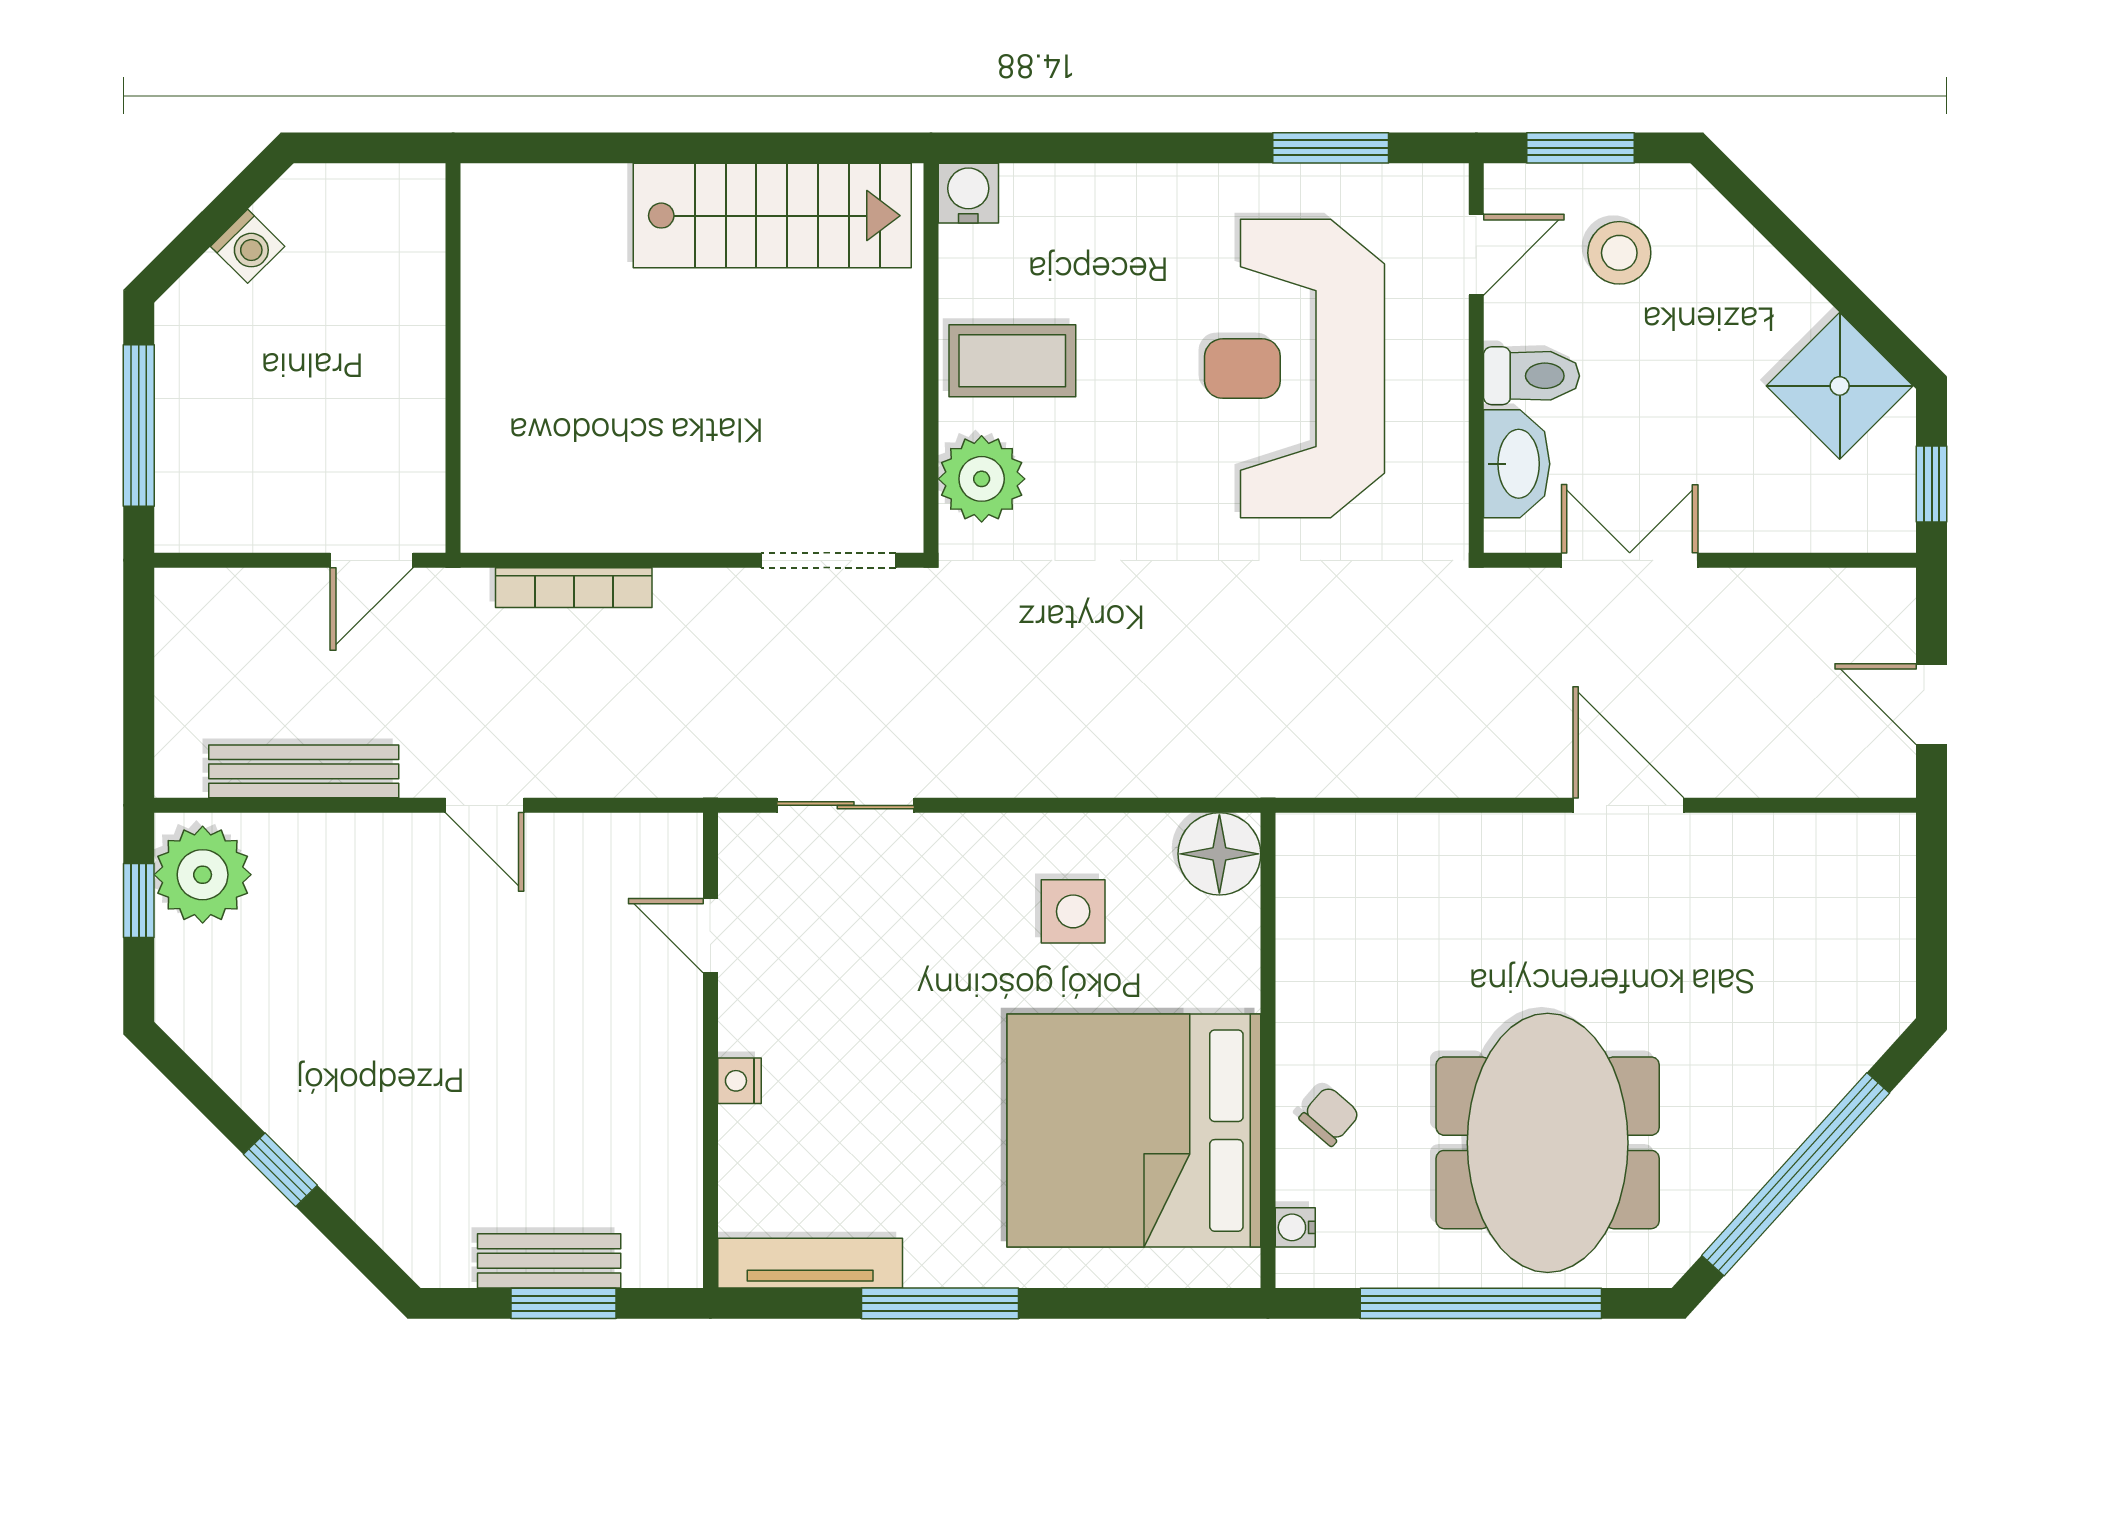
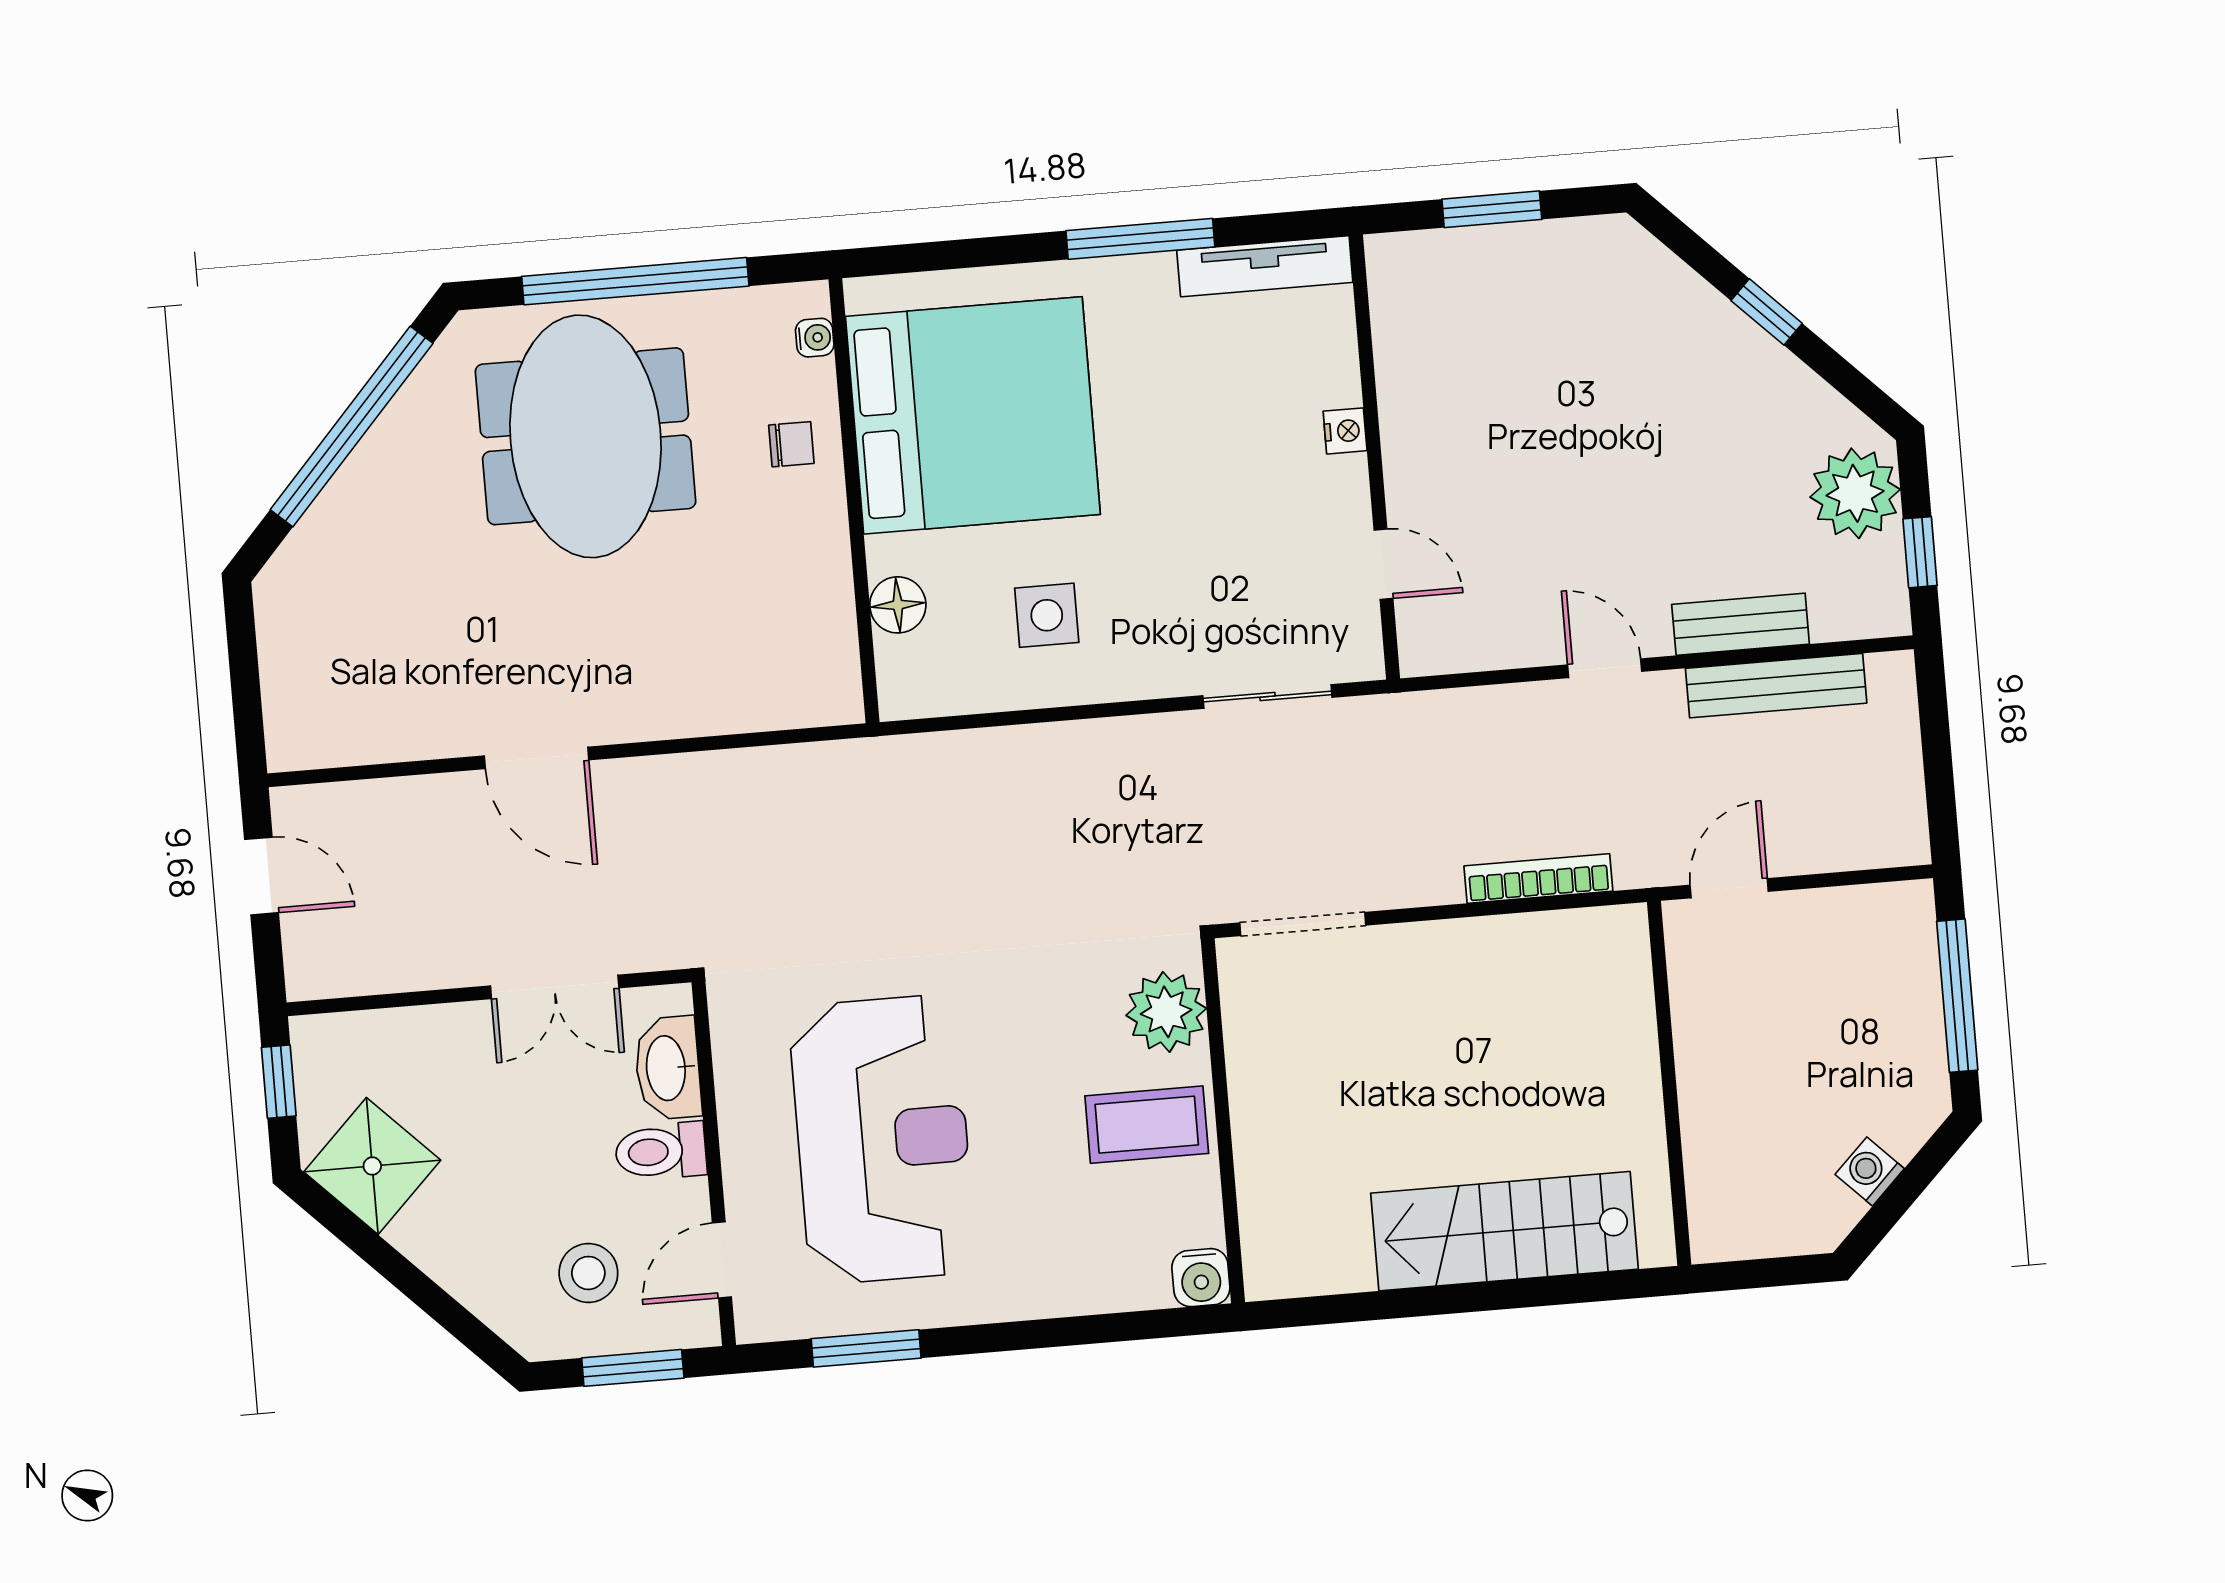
stairs: (772, 216) -> (1505, 1231), moved
floor lamp: (1219, 854) -> (898, 605), moved, width x0.73, depth x0.73
plant: (203, 875) -> (1855, 493), moved
chair: (1329, 1116) -> (791, 444), turned -131
bench: (549, 1261) -> (1741, 624), moved

